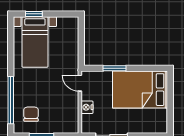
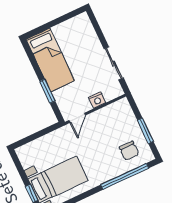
bed: (140, 90) -> (50, 60), width x0.67
chair: (31, 114) -> (129, 151), turned -90

